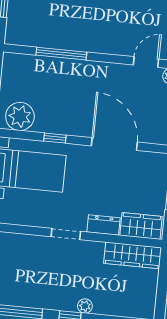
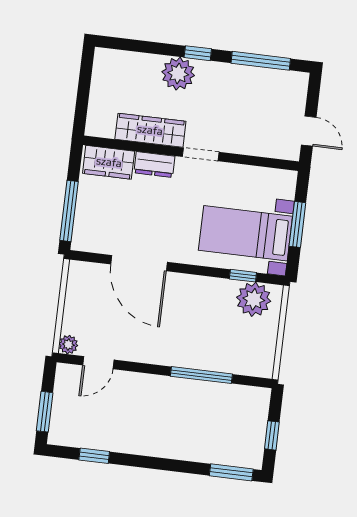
window: (55, 138) -> (243, 276), moved
wardrobe: (133, 255) -> (150, 130), moved
plant: (85, 306) -> (178, 74), width x1.87, depth x1.87

